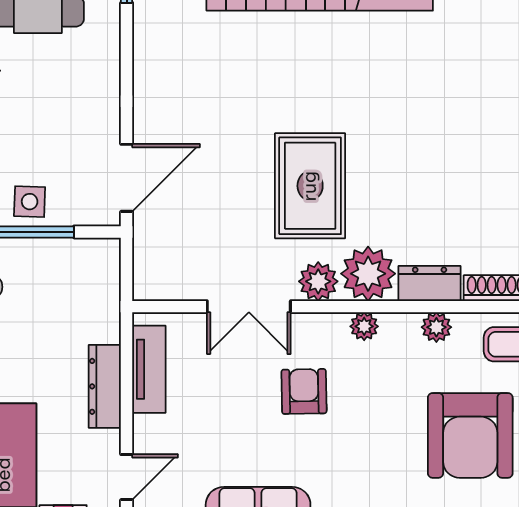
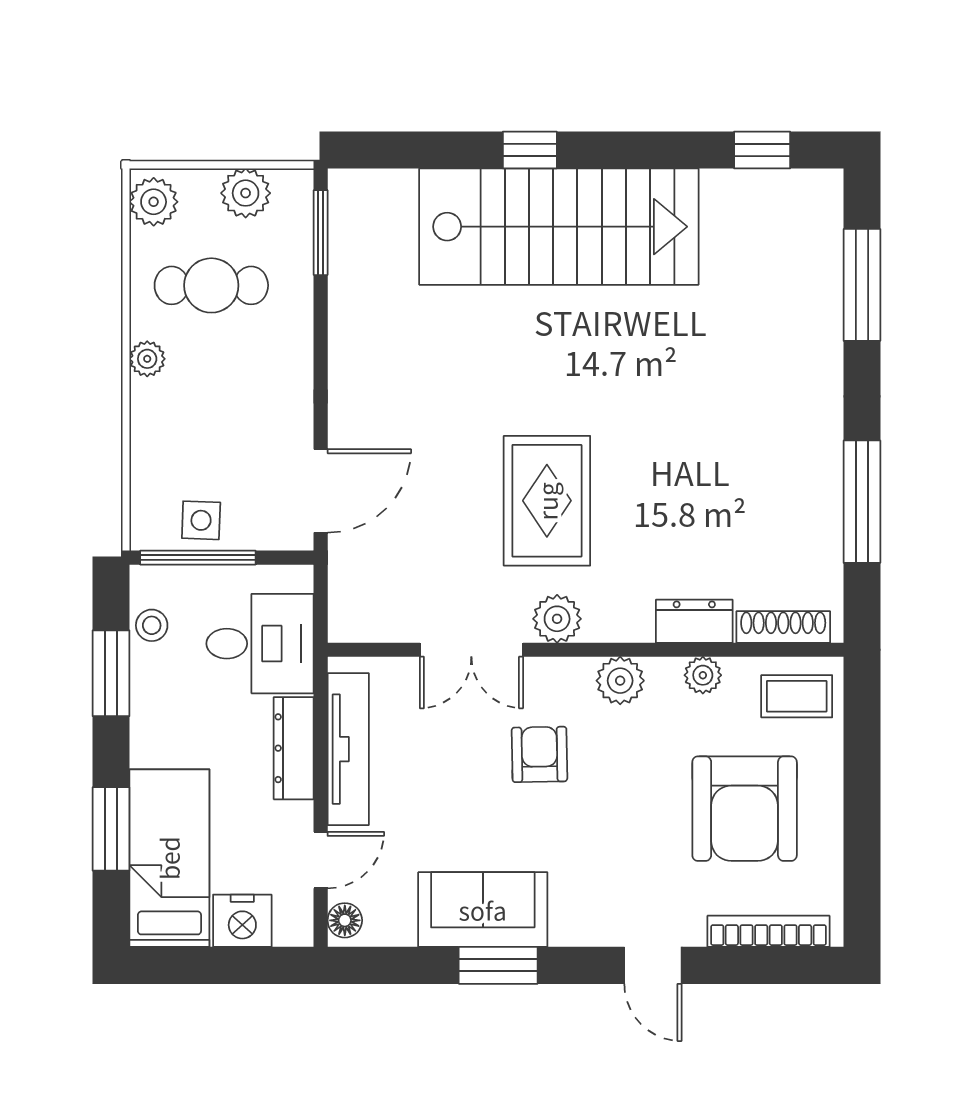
plant: (368, 274) -> (618, 609), removed
desk: (77, 302) -> (260, 644), added
plant: (364, 326) -> (620, 681), width x1.38, depth x1.38
tv unit: (149, 369) -> (348, 749), width x1.41

